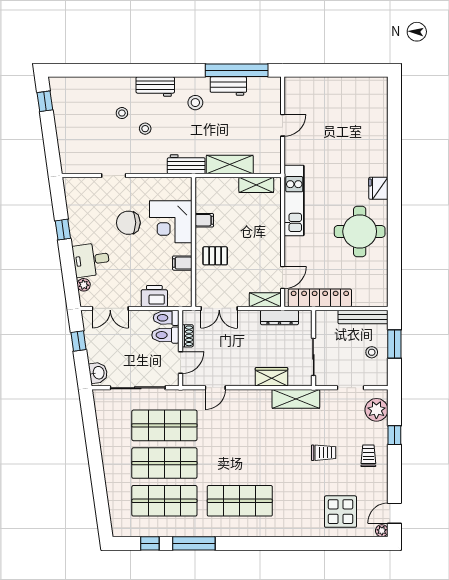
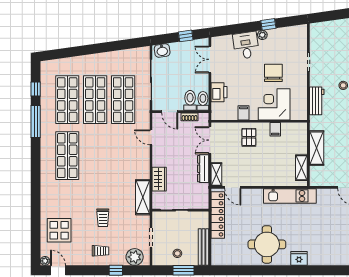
workbench: (186, 164) -> (317, 101), moved
plant: (84, 285) -> (262, 35), moved
dresser: (280, 317) -> (203, 169), moved

